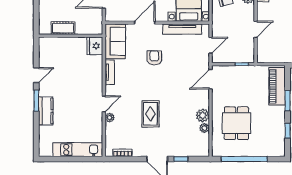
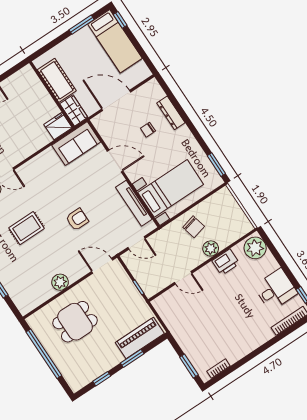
cot: (63, 28) -> (57, 80), width x1.37, depth x1.34
wardrobe: (91, 28) -> (74, 110), added
armchair: (154, 58) -> (77, 219), moved
tv unit: (110, 72) -> (41, 159), removed
plant: (204, 128) -> (49, 292), removed

